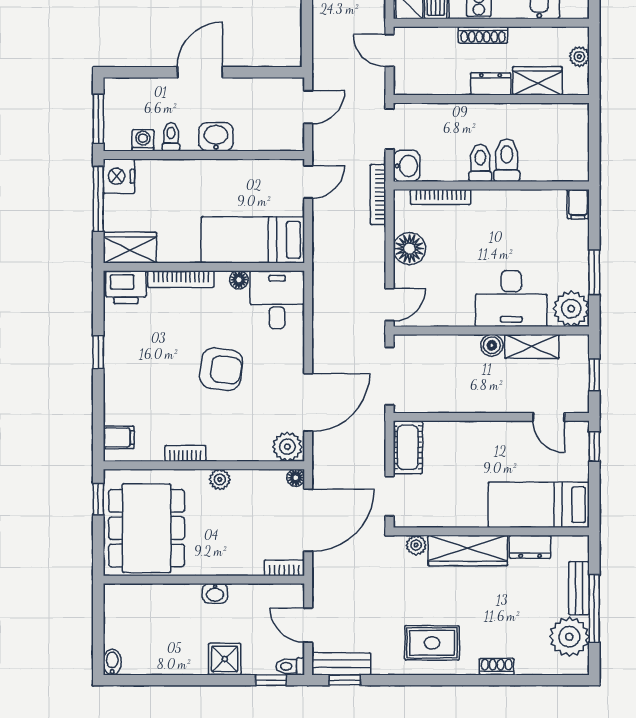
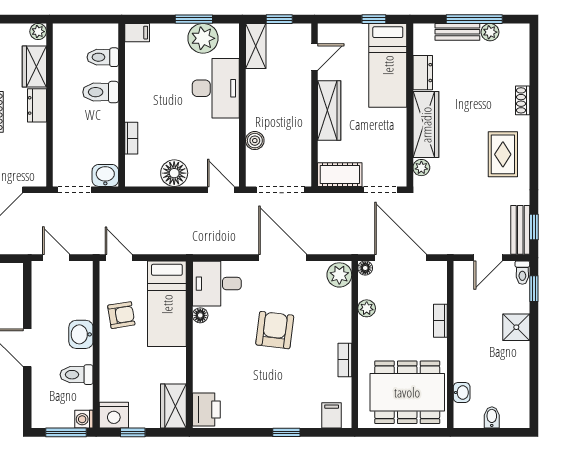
plant: (579, 57) -> (38, 32), moved
toilet: (171, 137) -> (77, 375), width x1.37, depth x1.39
washing machine: (143, 140) -> (84, 419), moved
toilet: (480, 163) -> (103, 57), moved
armchair: (239, 185) -> (121, 315), added
bookcase: (378, 194) -> (129, 199), removed
bookcase: (441, 197) -> (131, 138), width x0.64
window: (98, 199) -> (133, 432), width x0.46
bookcase: (181, 279) -> (200, 364), removed
plant: (571, 309) -> (203, 38), moved
boiler: (492, 345) -> (255, 141), moved
shelving: (532, 346) -> (256, 46), moved
window: (98, 352) -> (286, 432), moved
door: (308, 402) -> (283, 258), moved
wardrobe: (485, 435) -> (329, 111), added
window: (594, 446) -> (374, 19), moved
plant: (220, 479) -> (367, 308), moved
window: (98, 499) -> (383, 432), removed
bookcase: (284, 568) -> (440, 321), moved
washbasin: (215, 593) -> (462, 392), moved
plant: (569, 637) -> (490, 32), width x0.53, depth x0.53
bidet: (112, 662) -> (492, 417), moved, turned 90

